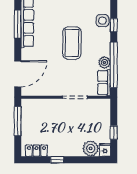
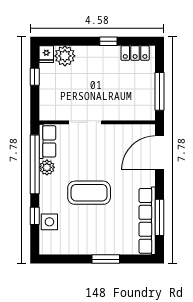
coffee table: (72, 43) -> (89, 193), turned 90

